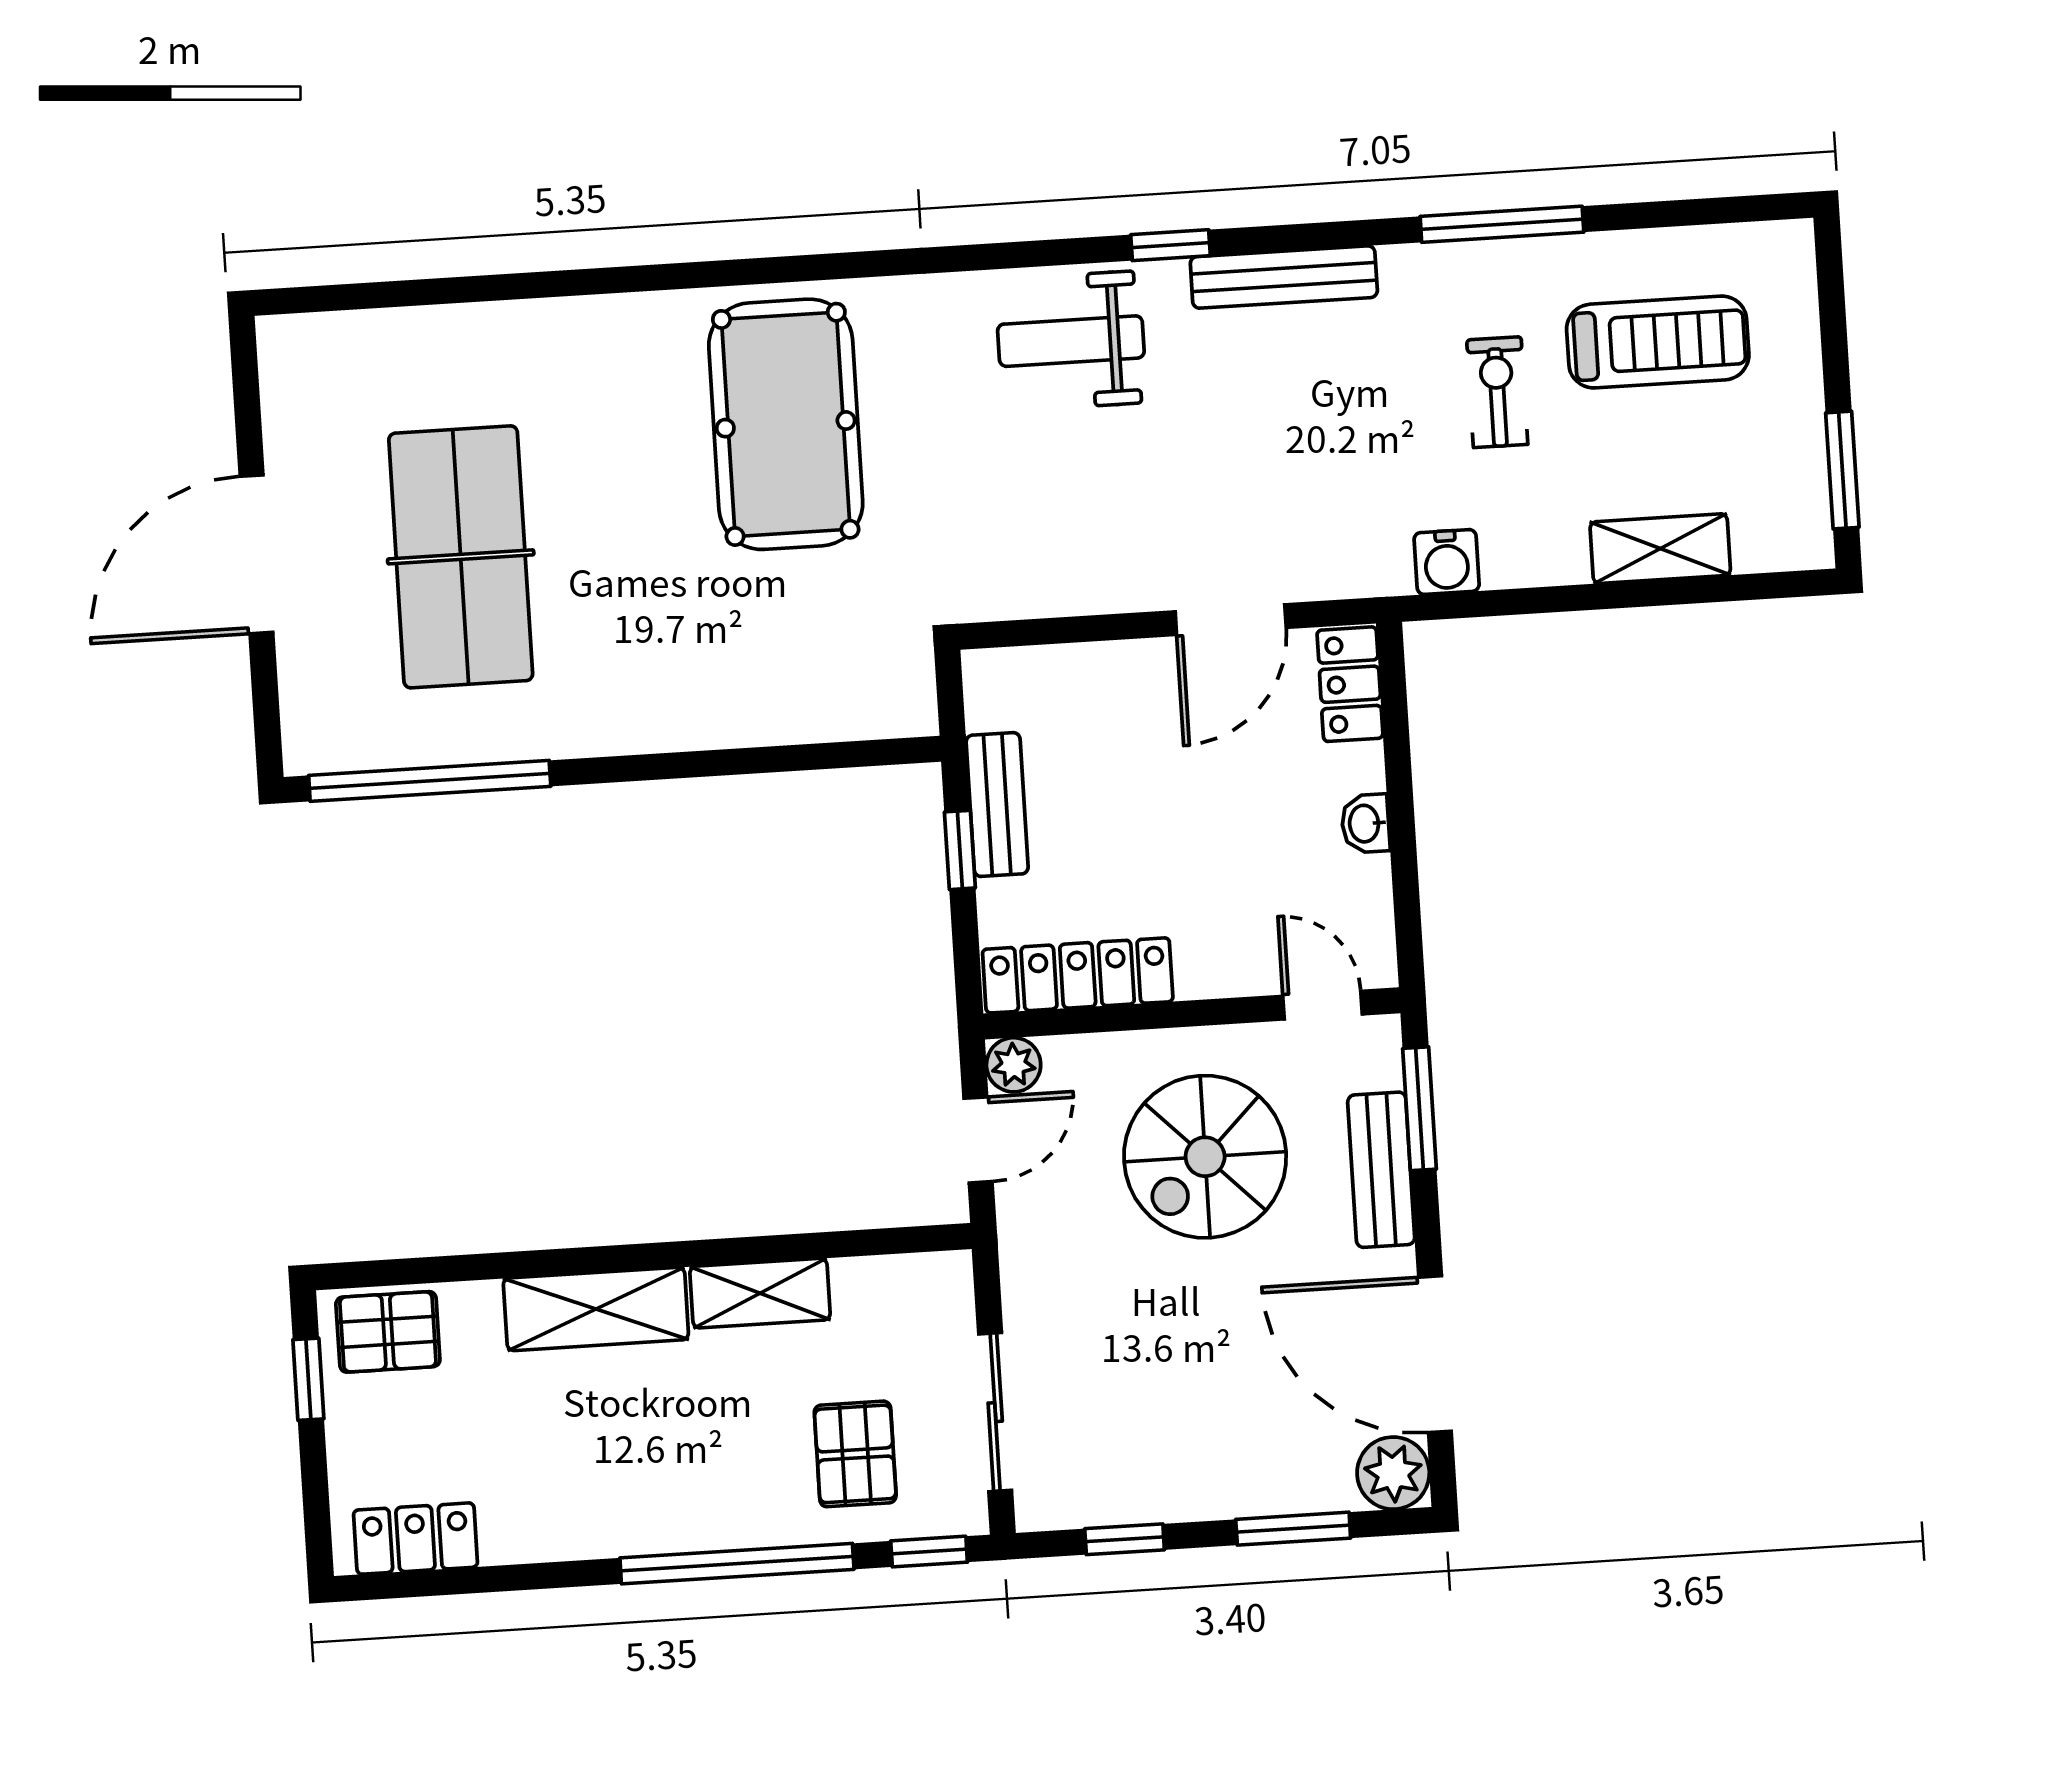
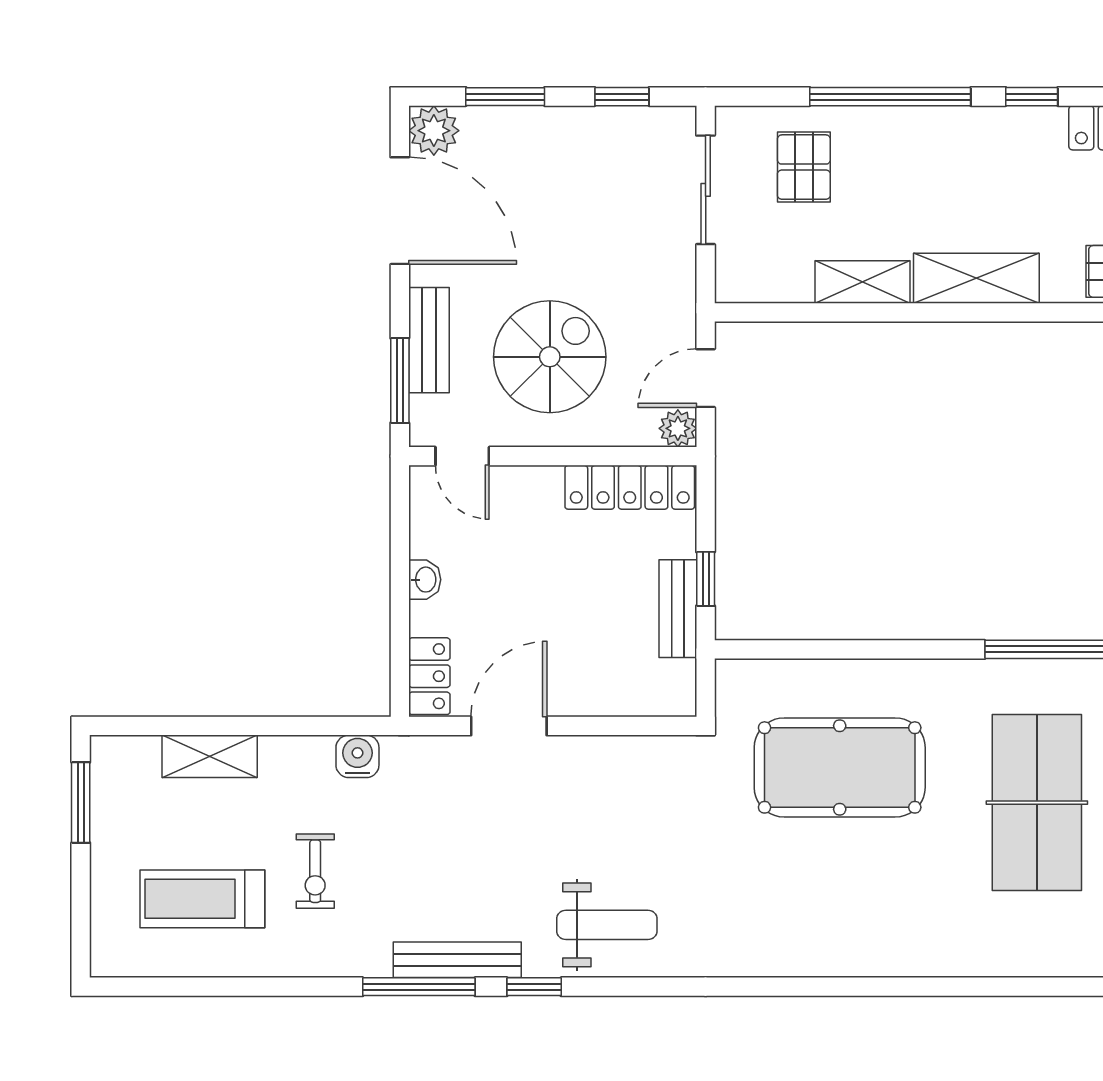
window: (1502, 224) -> (419, 987), moved
pool table: (786, 424) -> (840, 767), moved, turned 90
window: (929, 1552) -> (1032, 97), moved

